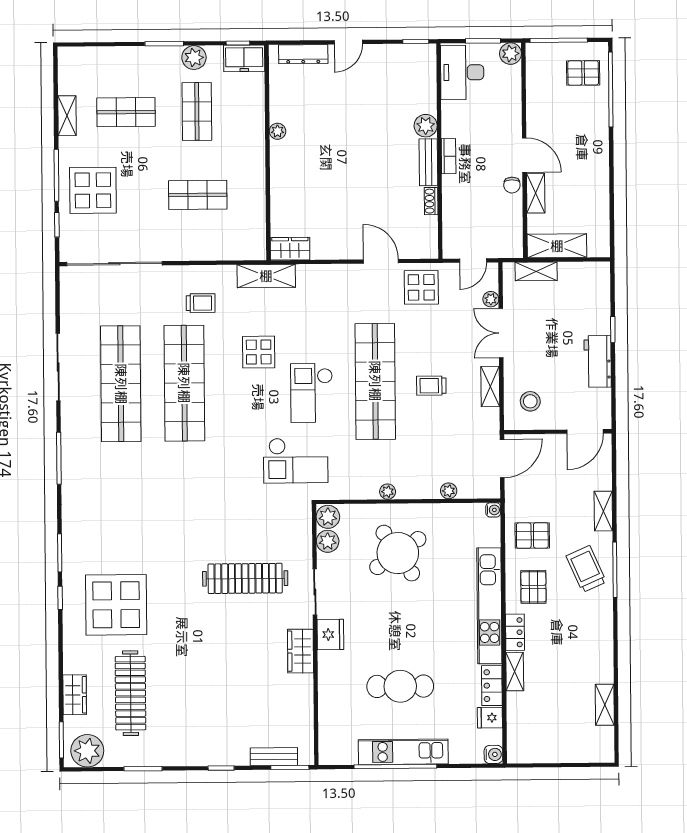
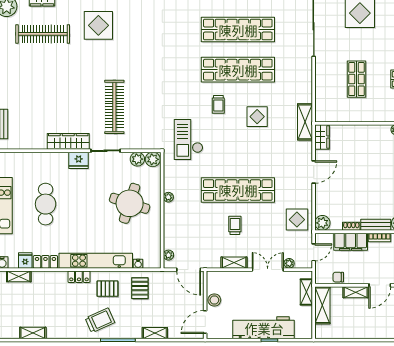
chair: (512, 185) -> (338, 277), moved
filing cabinet: (456, 202) -> (351, 242), added
plant: (426, 247) -> (322, 223), added
door: (381, 261) -> (314, 172), moved
door: (473, 261) -> (314, 252), swing flipped
trolley: (201, 303) -> (218, 104), moved
workbench: (598, 361) -> (264, 328), width x1.88, depth x1.32
checkout: (312, 393) -> (231, 150), removed
stool: (530, 401) -> (214, 300), moved
door: (585, 431) -> (205, 322), hinge flipped
plant: (449, 491) -> (168, 255), moved
water cooler: (493, 510) -> (138, 264), moved
round table: (398, 553) -> (130, 203), turned -38
trolley: (586, 569) -> (100, 320), moved
display table: (116, 605) -> (98, 25), width x0.73, depth x0.73
wardrobe: (300, 651) -> (68, 141), width x1.50
shelving: (515, 672) -> (19, 276), moved

